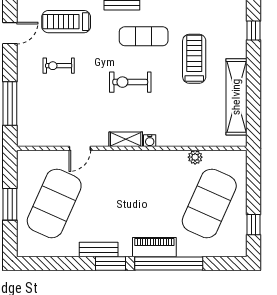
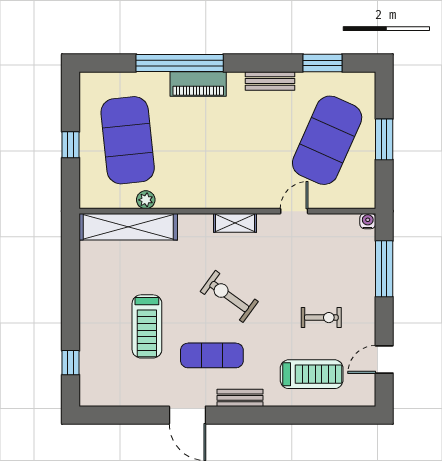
exercise bike: (130, 82) -> (229, 296), turned -144
shelving: (236, 97) -> (128, 227), moved, turned 90
water cooler: (150, 141) -> (368, 221), moved
exercise mat: (209, 203) -> (128, 140), turned -30
window: (254, 225) -> (71, 145), moved
window: (111, 264) -> (322, 63), moved

